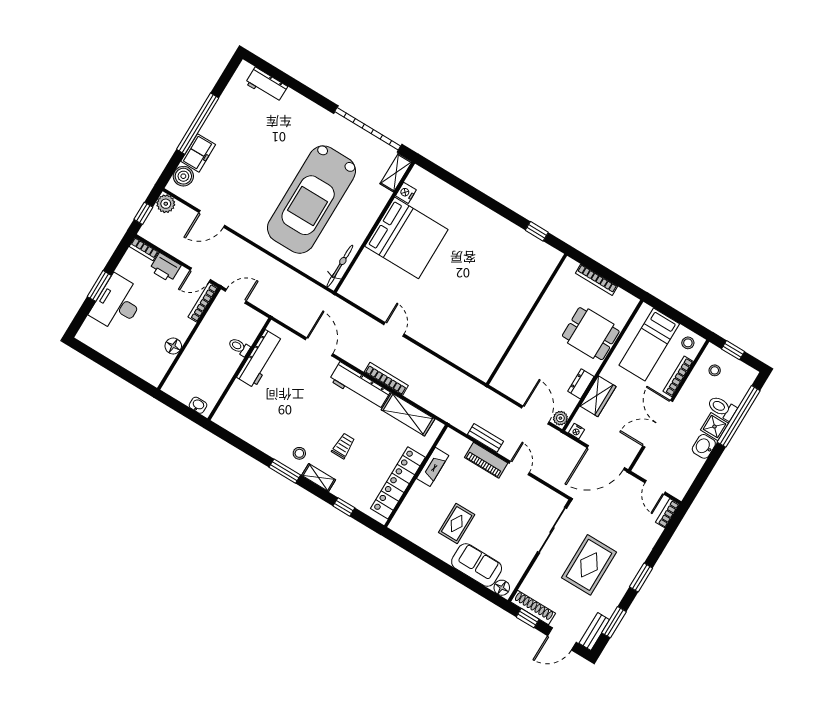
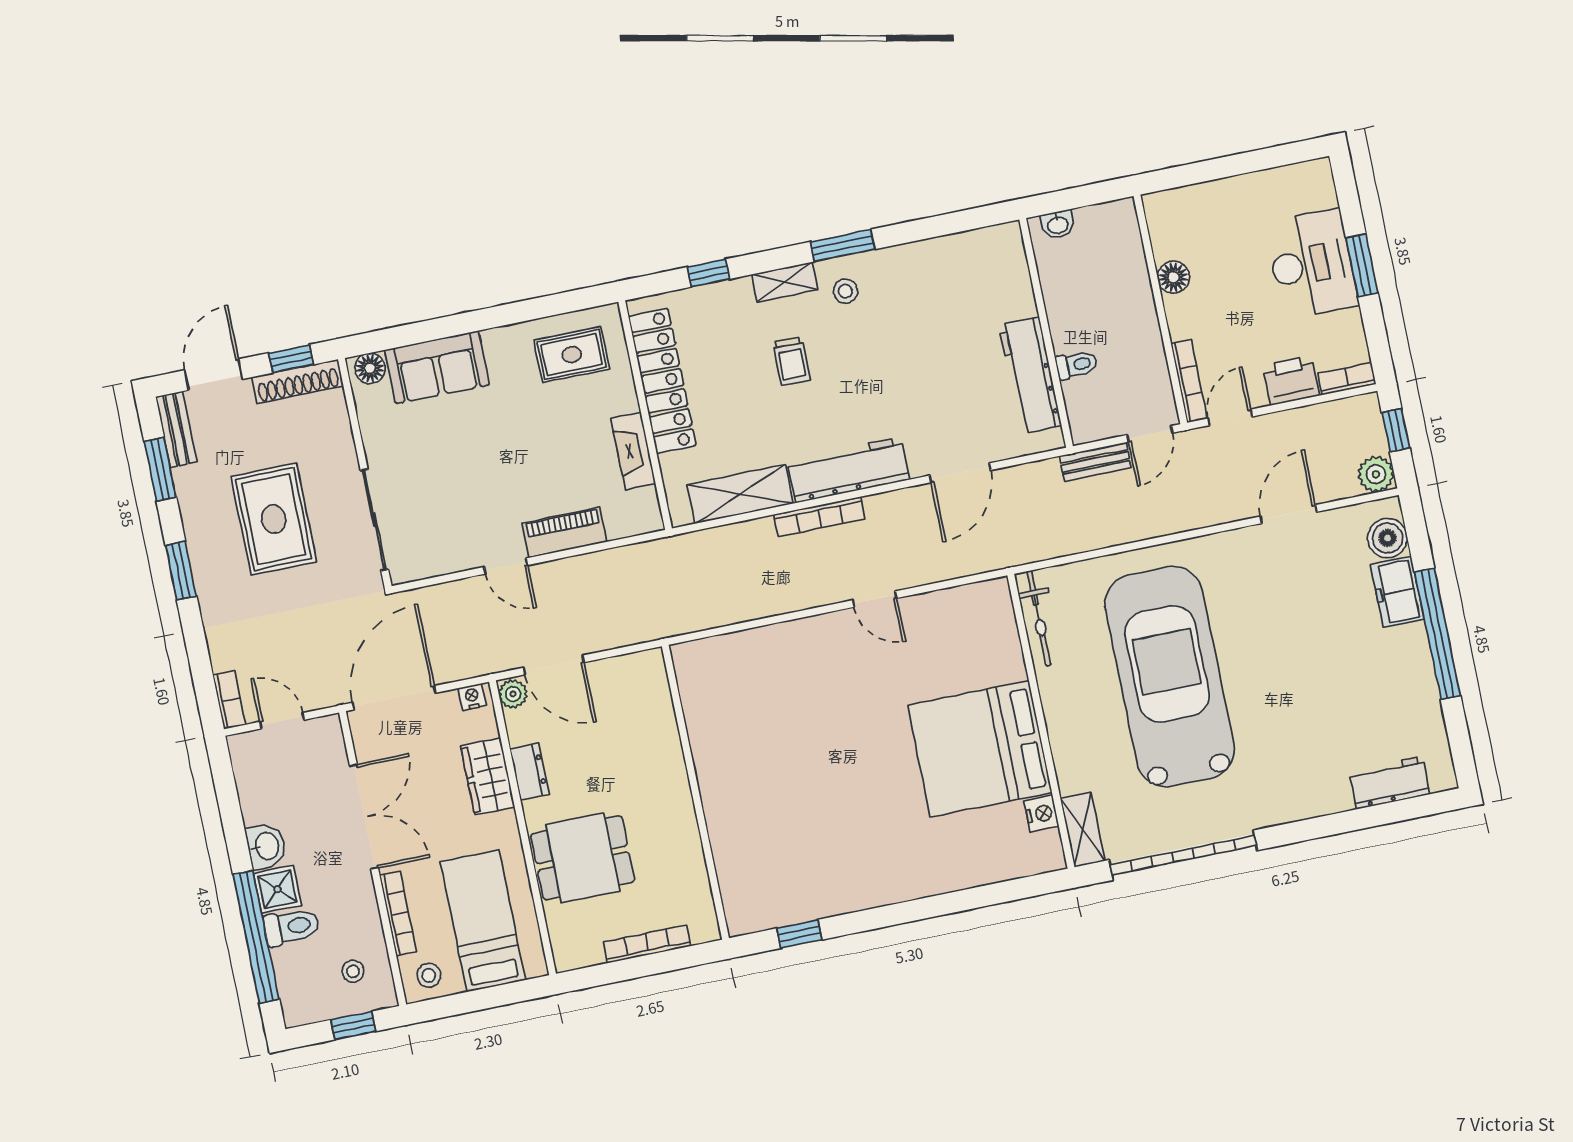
door: (319, 347) -> (960, 473), hinge flipped
bench: (486, 438) -> (1095, 462), moved
rug: (457, 524) -> (572, 355), moved, turned 90

